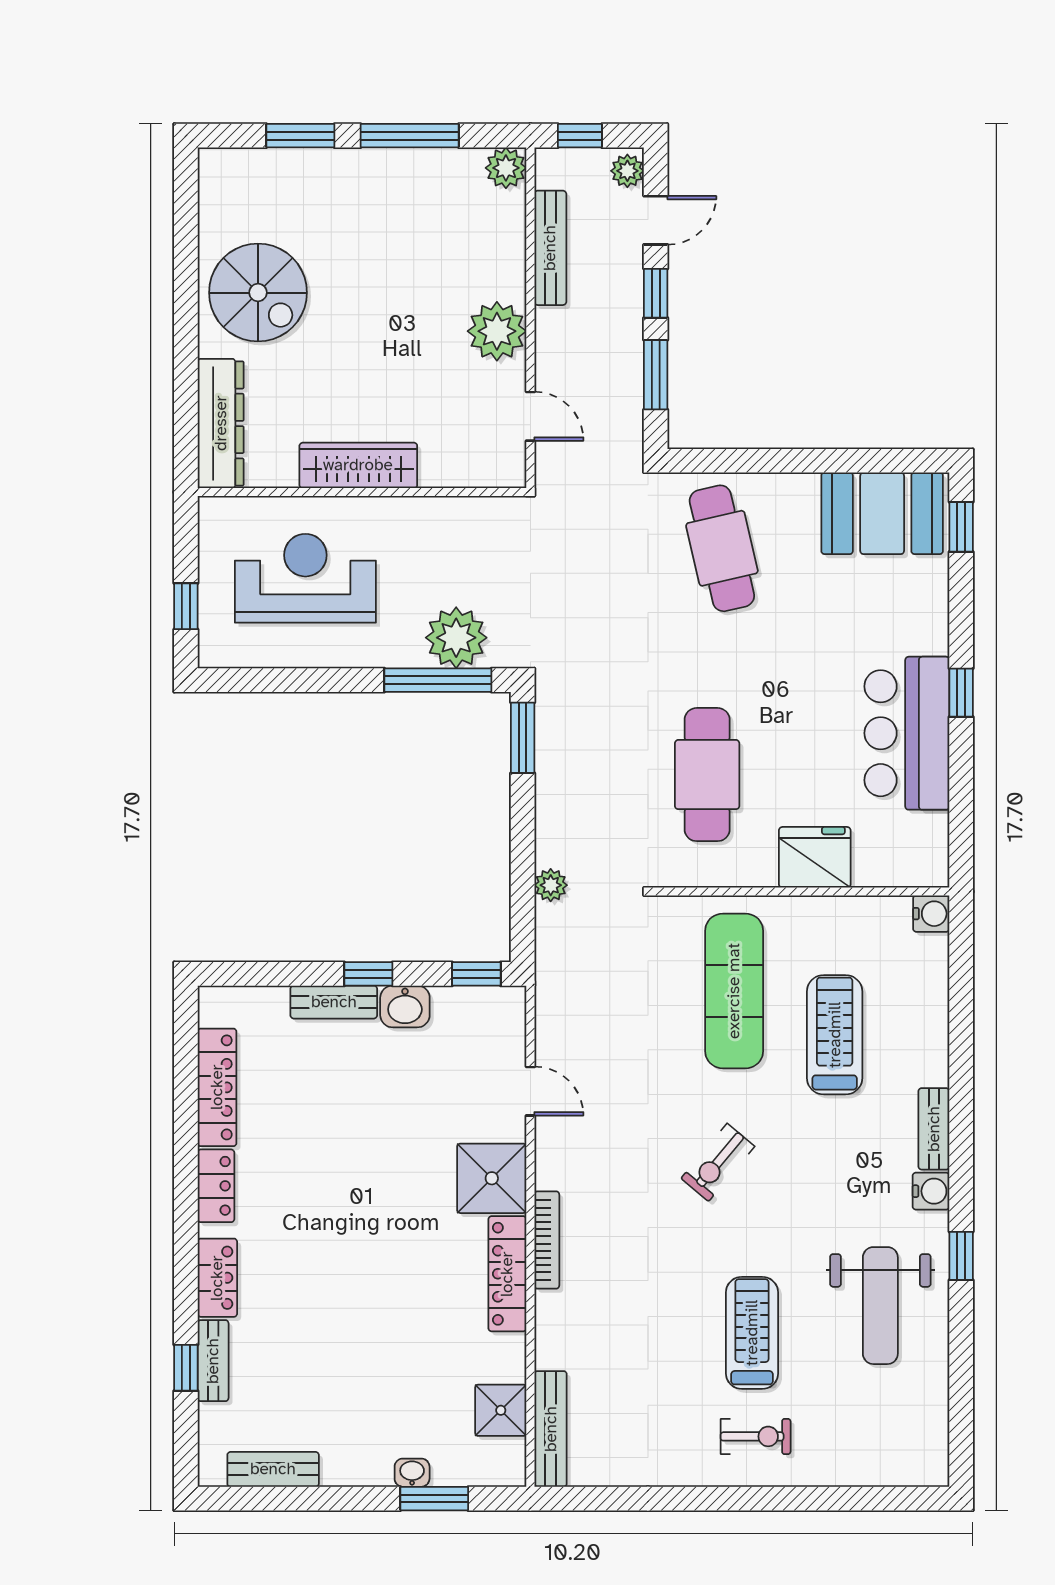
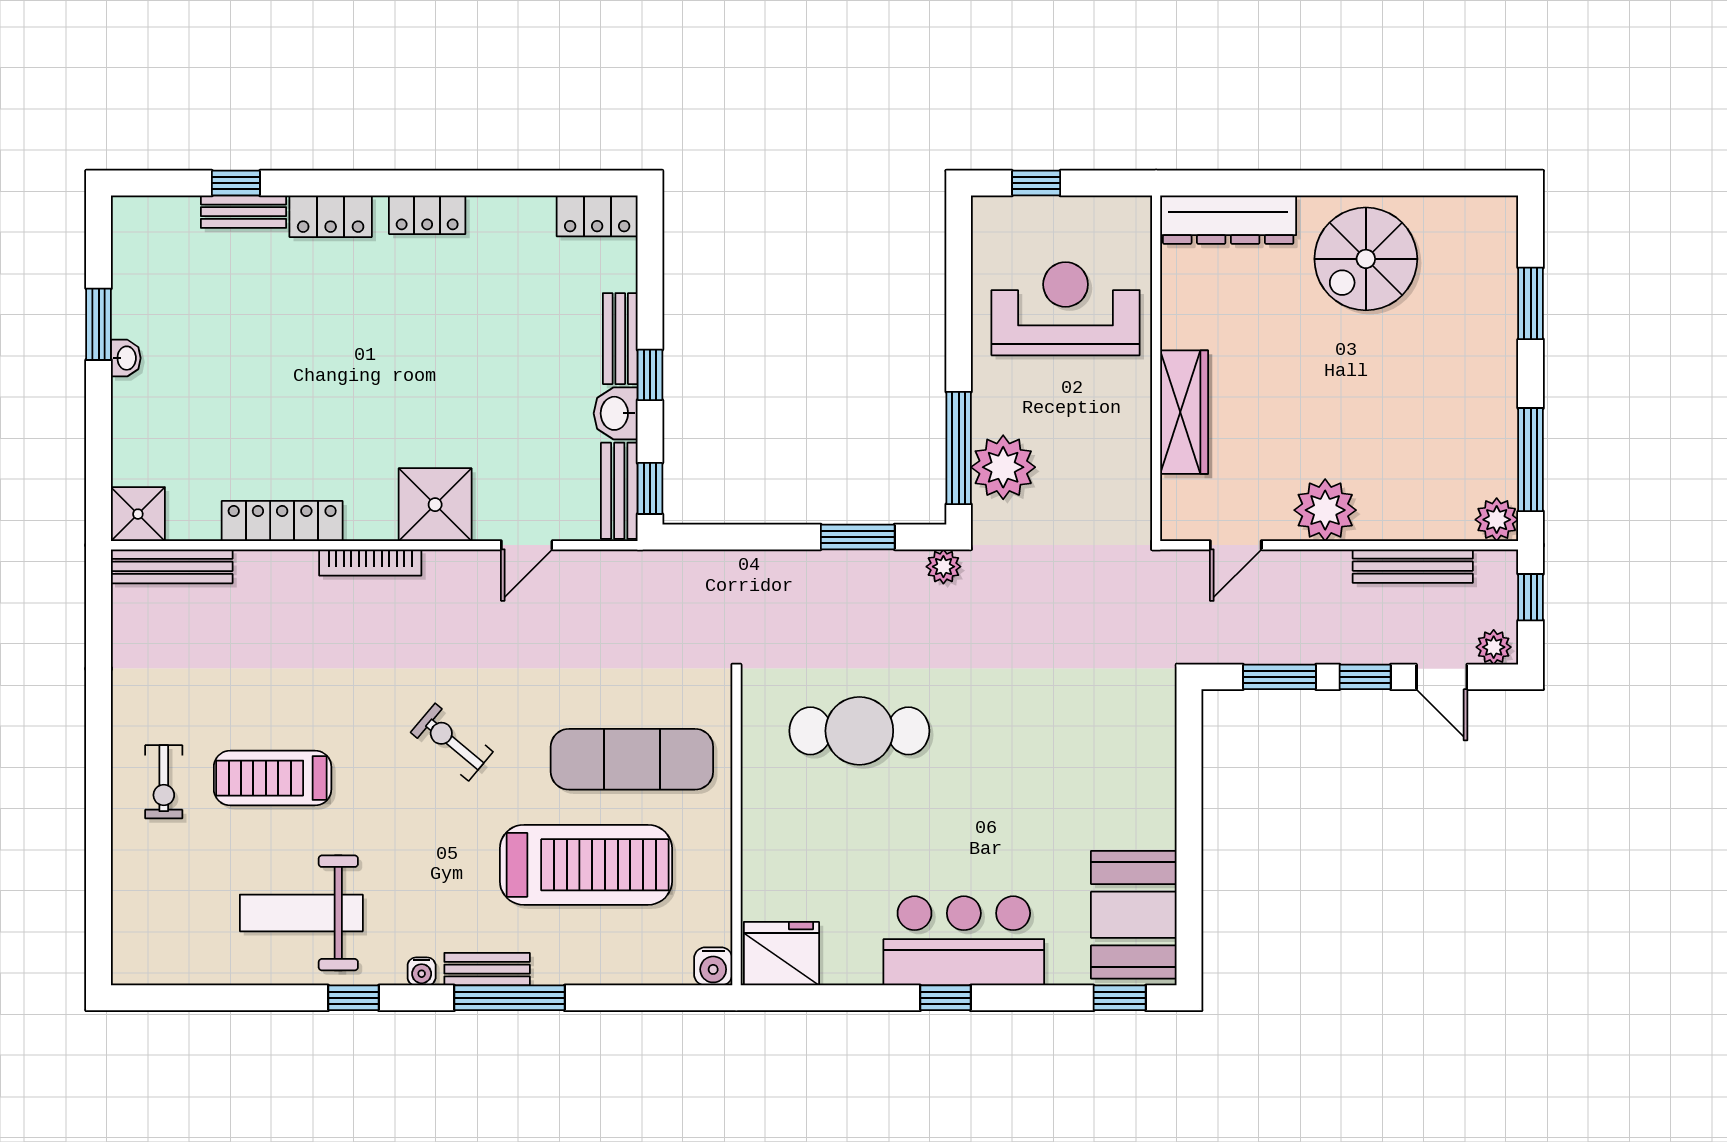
window: (410, 136) -> (1531, 460), moved
wardrobe: (358, 465) -> (1184, 412), moved
cafe table: (722, 548) -> (1097, 746), removed
reception desk: (305, 578) -> (1066, 309), turned -90
bar counter: (907, 733) -> (964, 941), moved
window: (523, 738) -> (858, 537), moved
fridge: (815, 857) -> (781, 954), moved, turned -90
plant: (551, 885) -> (943, 567), moved
treadmill: (835, 1035) -> (586, 865), width x1.37, depth x1.38
locker: (217, 1087) -> (597, 216), moved, width x0.66
window: (961, 1108) -> (509, 998), added
water cooler: (931, 1191) -> (422, 971), width x0.72, depth x0.72
locker: (507, 1274) -> (282, 521), moved
treadmill: (752, 1333) -> (273, 778), turned 180
shower: (501, 1410) -> (138, 514), moved
bench: (273, 1469) -> (619, 491), moved
washbasin: (412, 1473) -> (126, 358), moved
window: (434, 1499) -> (99, 324), moved

